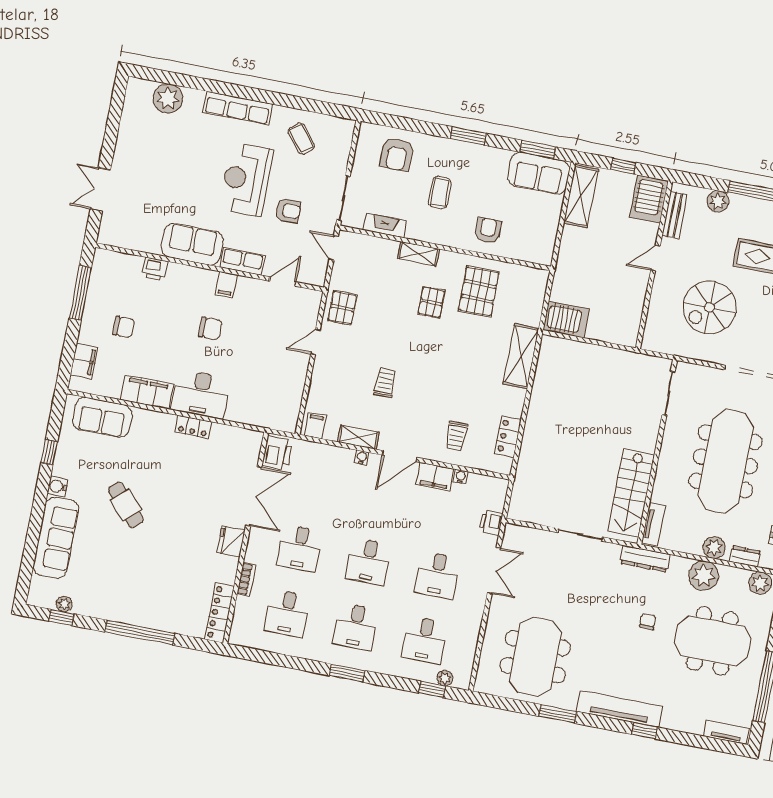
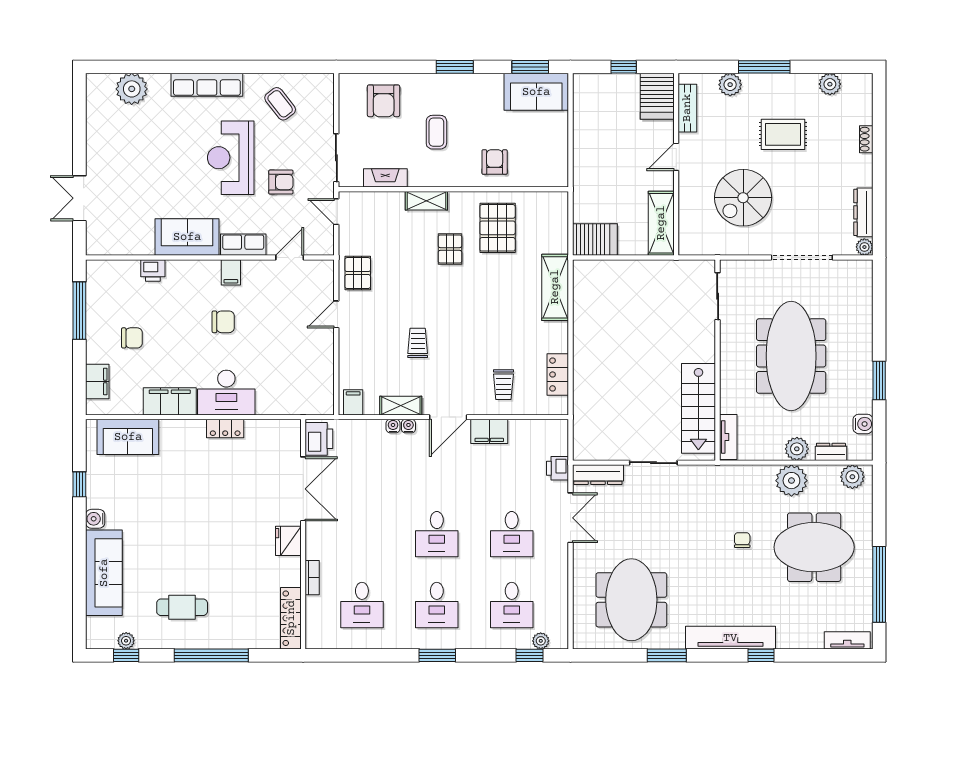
shelving: (581, 196) -> (661, 223), moved
water cooler: (461, 477) -> (393, 426), moved
cafe table: (126, 505) -> (182, 607), moved, turned -48
desk: (300, 548) -> (362, 534), removed
dresser: (645, 559) -> (598, 475), moved

